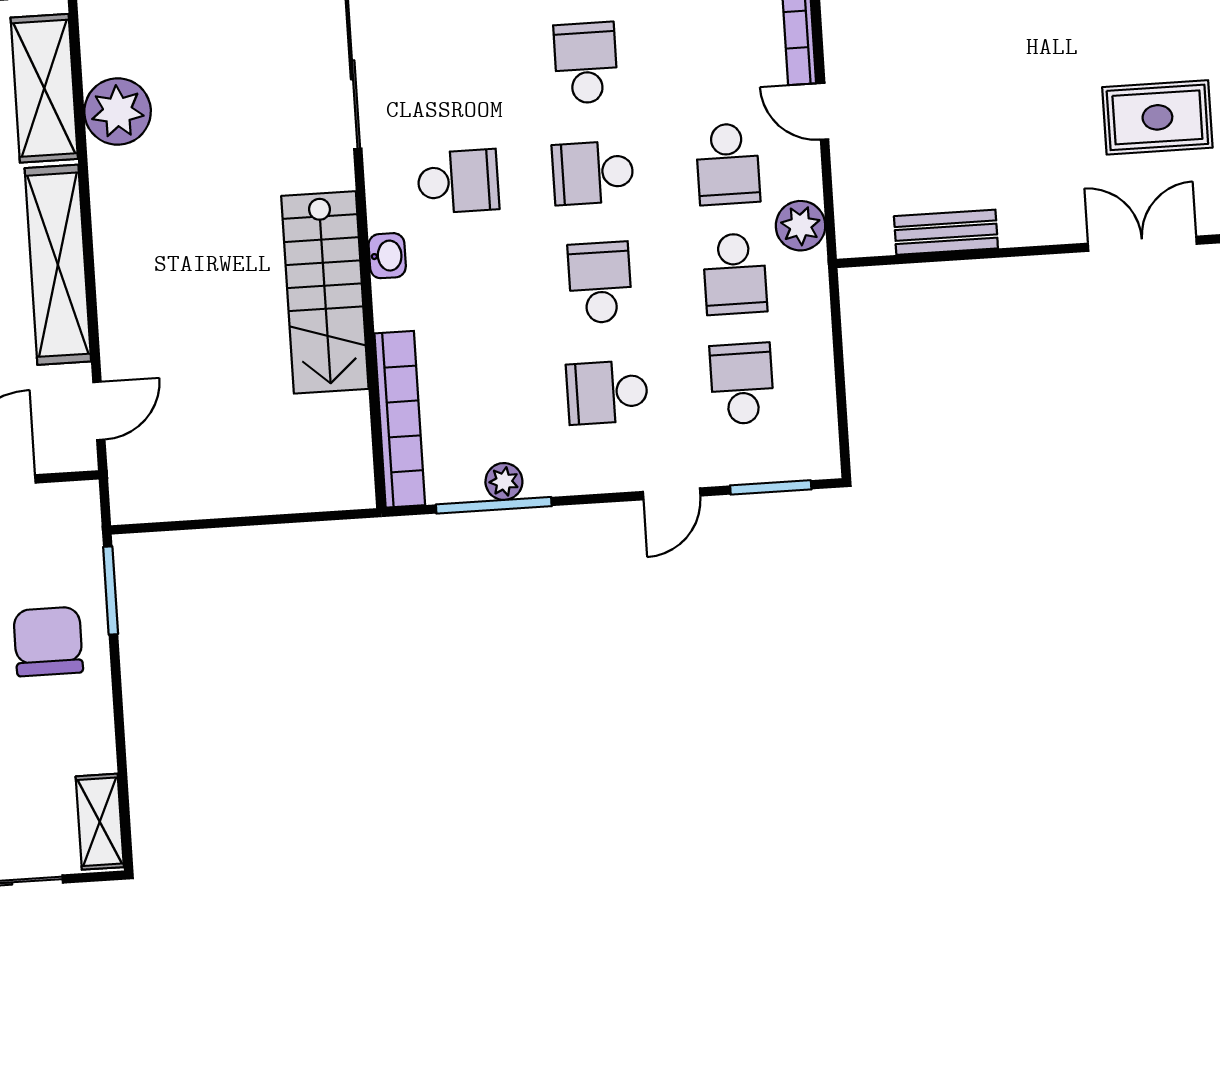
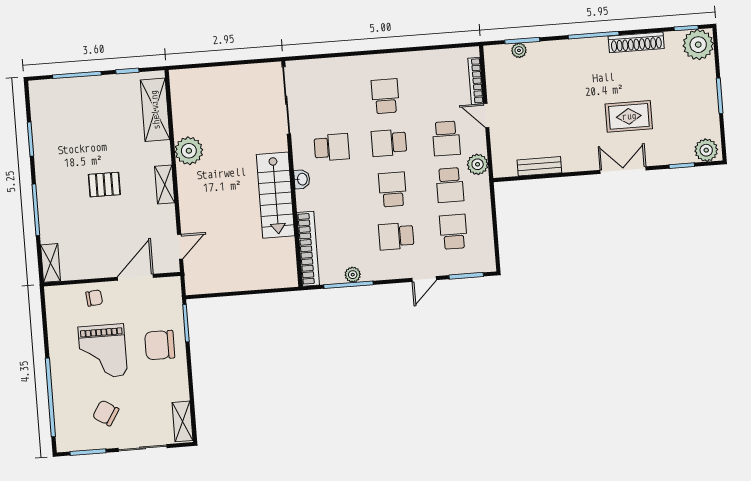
plant: (118, 111) -> (189, 151), moved
shelving: (58, 265) -> (165, 185), width x0.45, depth x0.75
chair: (48, 642) -> (160, 345), turned -90

